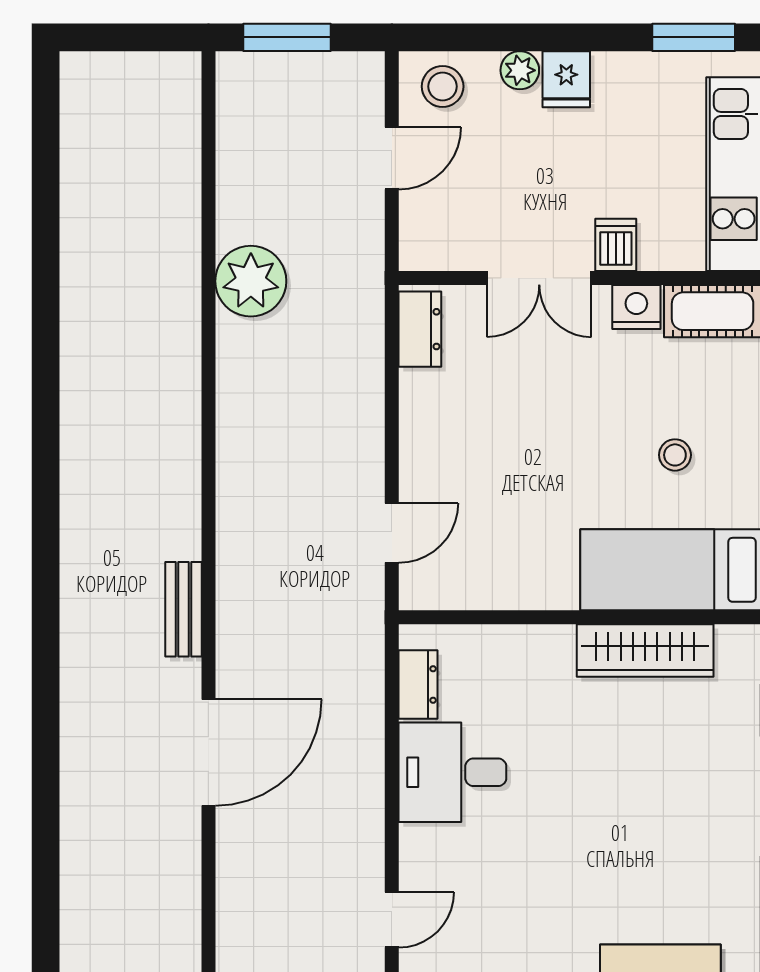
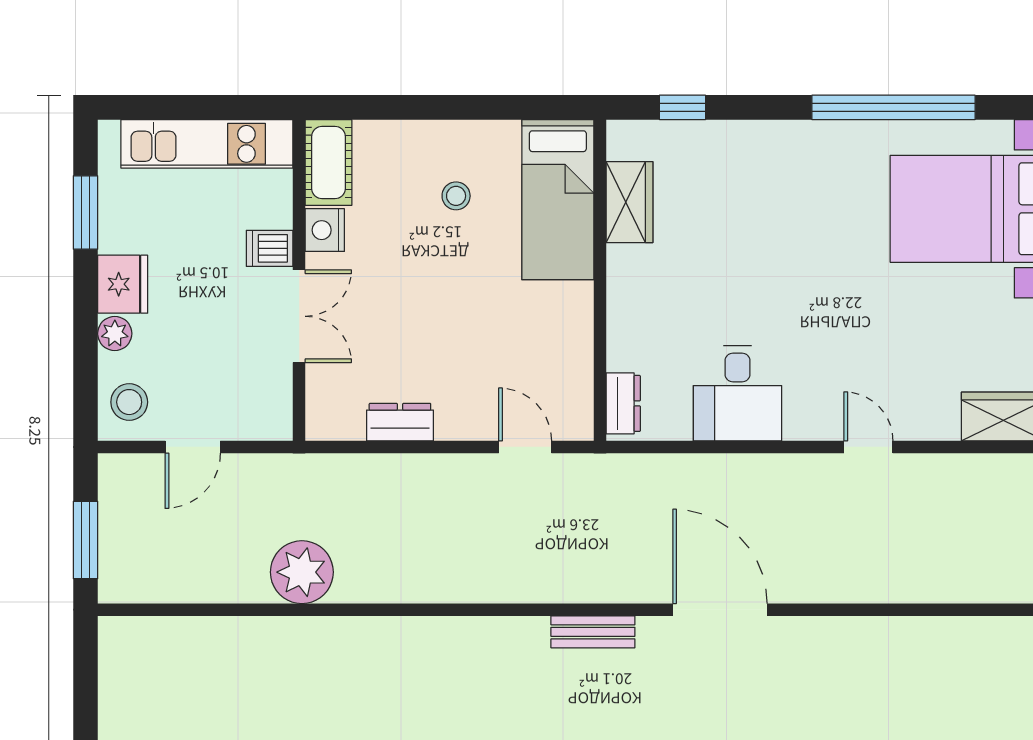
window: (694, 37) -> (86, 212), moved
fridge: (566, 79) -> (123, 284), width x1.38
door: (392, 158) -> (193, 447), swing flipped
dresser: (420, 329) -> (400, 422), moved
wardrobe: (645, 651) -> (630, 202), width x0.67
dresser: (418, 684) -> (623, 403), moved, turned 90

